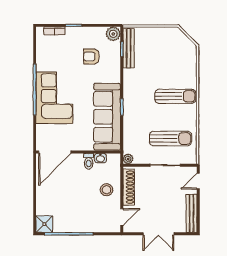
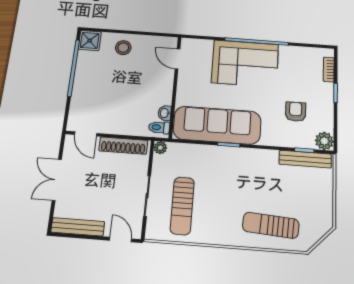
sun lounger: (175, 96) -> (271, 225), moved, turned 94
door: (55, 152) -> (177, 59), width x0.53
toilet: (89, 161) -> (159, 127), moved
stool: (106, 190) -> (123, 48), moved

